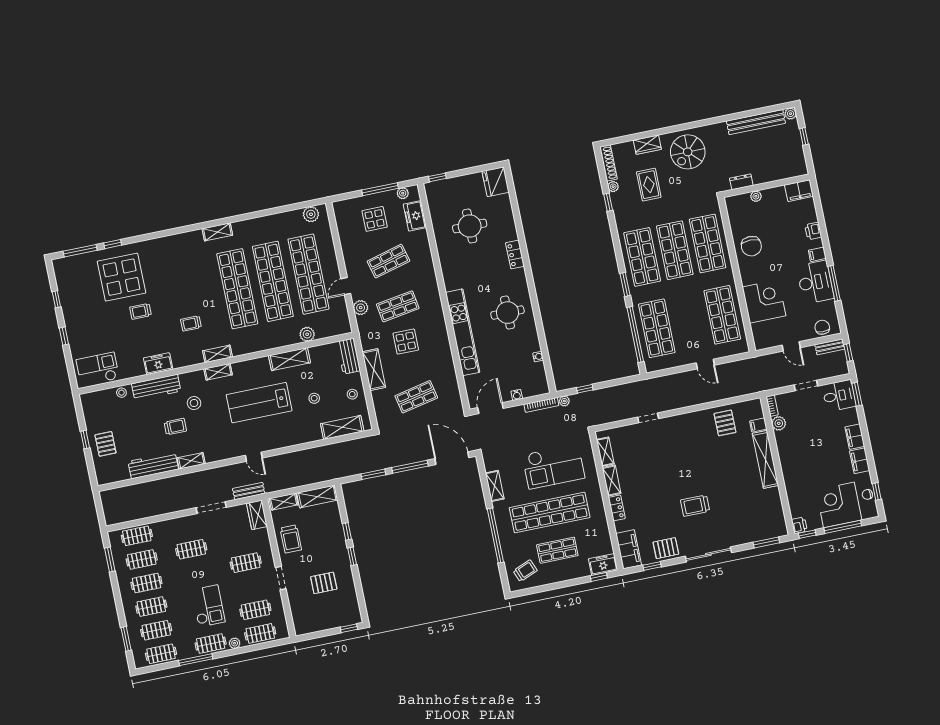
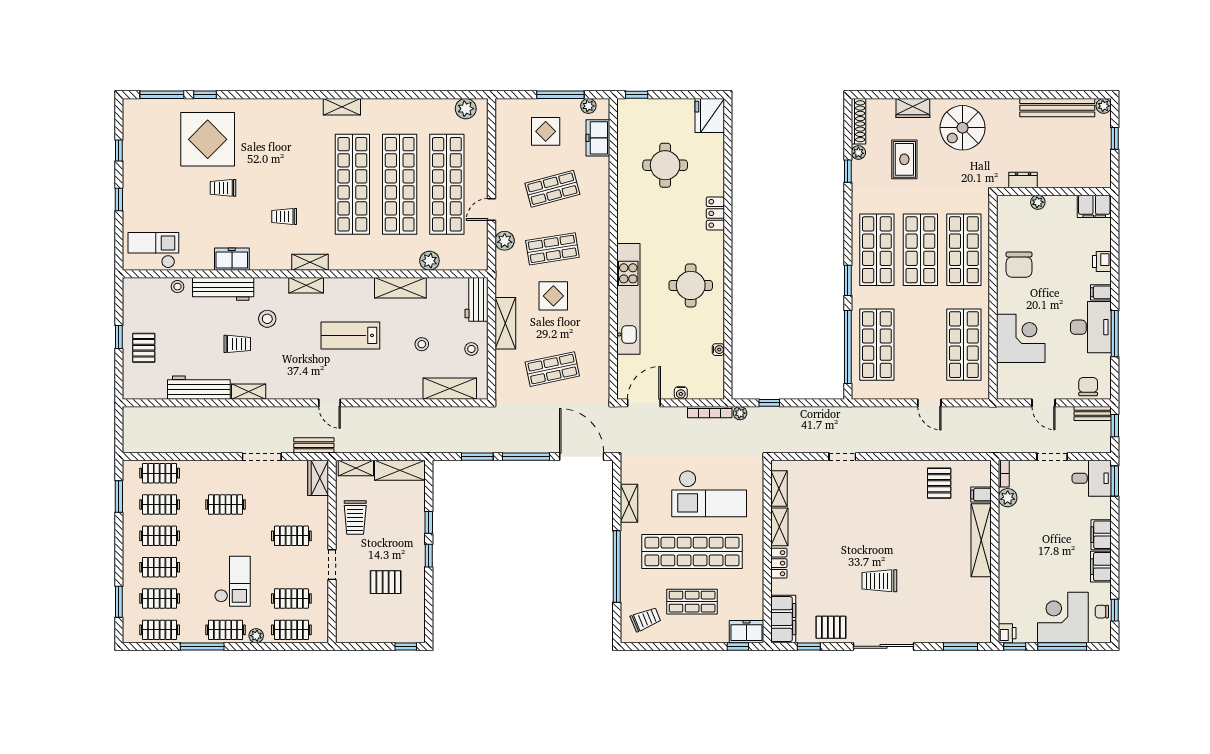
lab bench: (259, 403) -> (350, 335), width x0.73, depth x0.72

